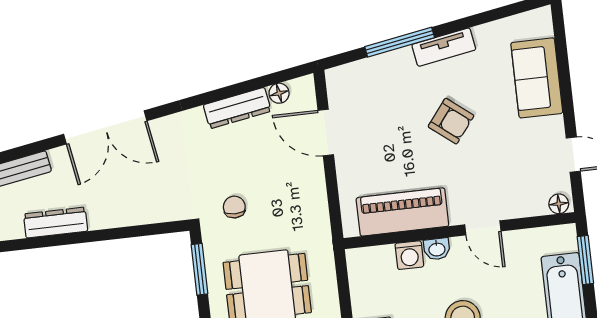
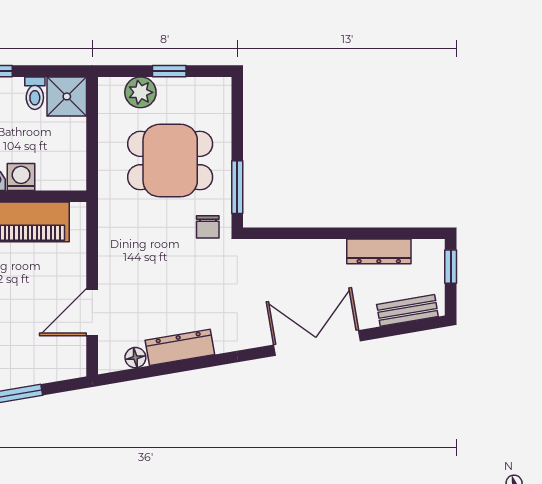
door: (326, 132) -> (92, 312), swing flipped
chair: (234, 207) -> (208, 227), moved

